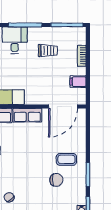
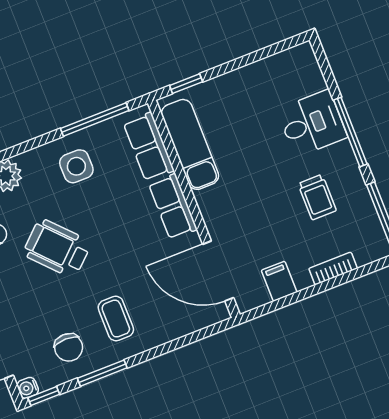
wheelchair: (26, 173) -> (57, 248), added
chair: (56, 180) -> (69, 347), moved

